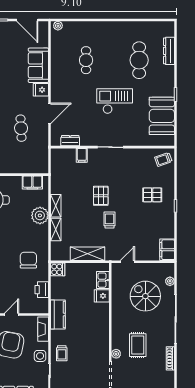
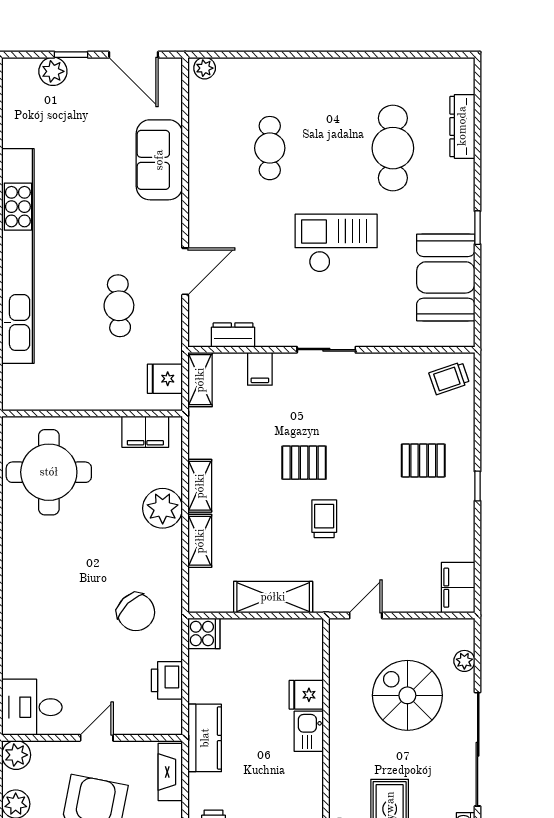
fridge: (41, 90) -> (165, 379), moved
shelving: (56, 160) -> (200, 380), added
pallet: (101, 196) -> (304, 463), turned 90
chair: (28, 260) -> (136, 612), turned 136
kitchen sink: (103, 280) -> (309, 731), moved

